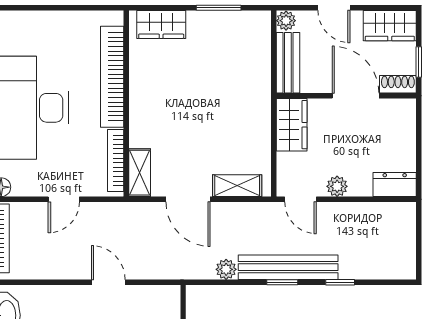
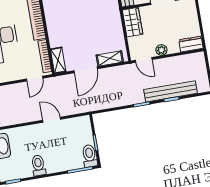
door: (64, 199) -> (35, 79), moved
door: (188, 199) -> (86, 70), hinge flipped
bench: (288, 267) -> (170, 91), moved
plant: (226, 269) -> (111, 103), removed

